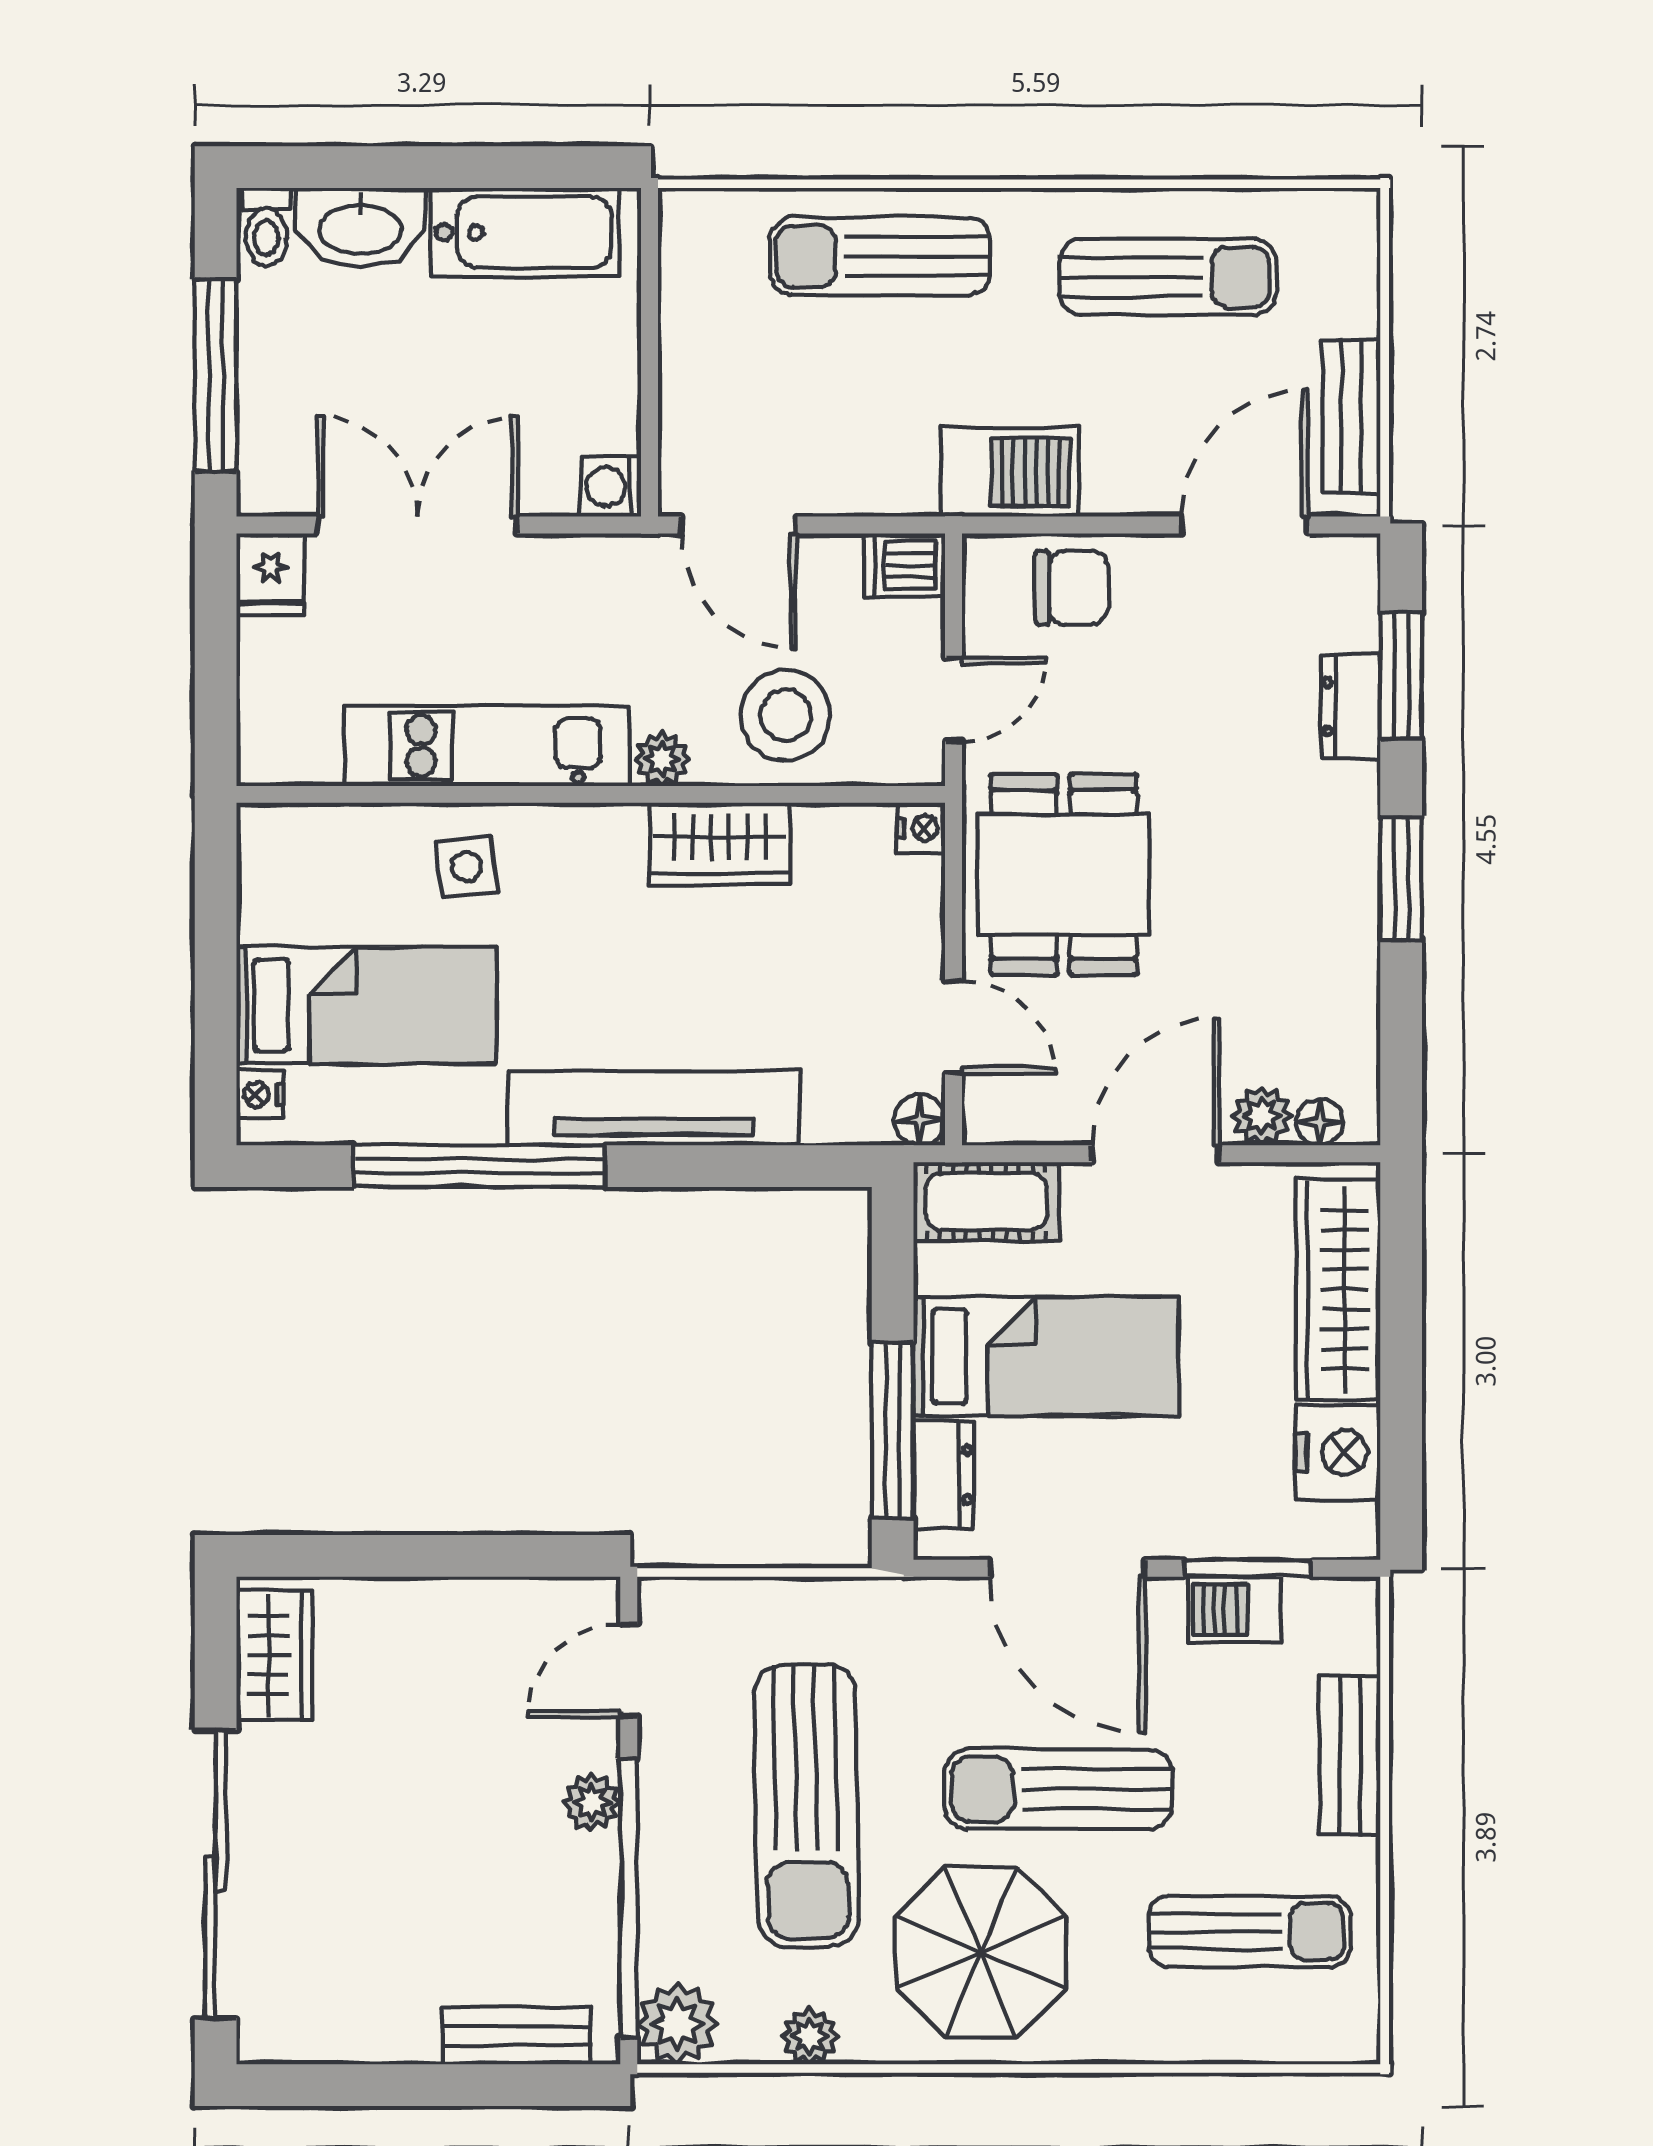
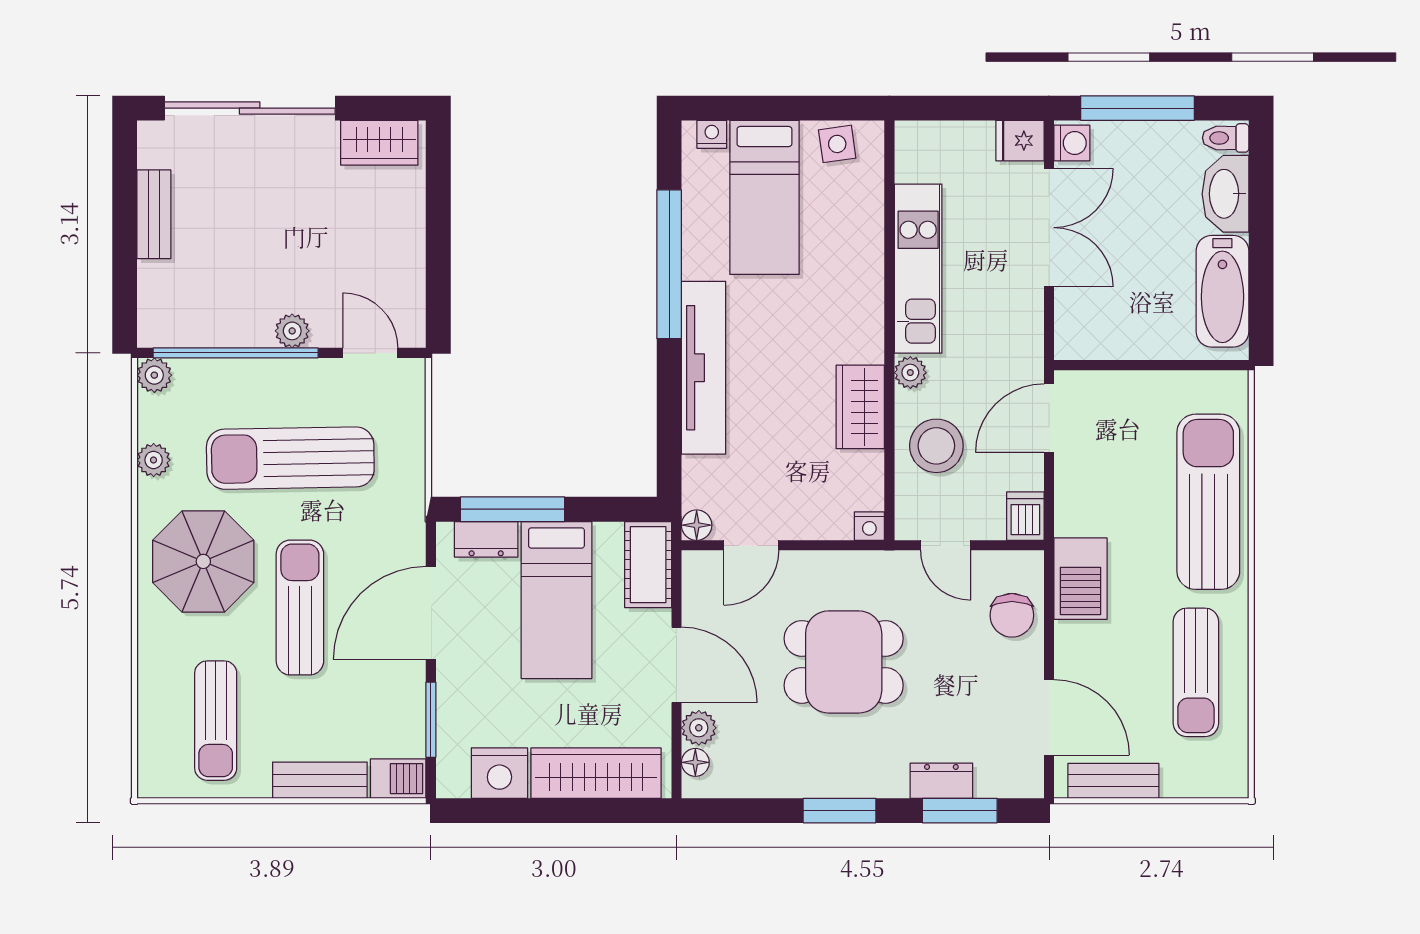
sun lounger: (880, 256) -> (1208, 502), width x1.36, depth x1.34
washing machine: (611, 486) -> (1072, 143), moved, turned 90
side table: (467, 867) -> (837, 144), moved
dining table: (1064, 875) -> (844, 662), moved
barbecue: (1234, 1610) -> (398, 779), moved, turned 90
plant: (677, 2024) -> (154, 375), width x0.73, depth x0.73
bench: (517, 2036) -> (154, 214), moved

